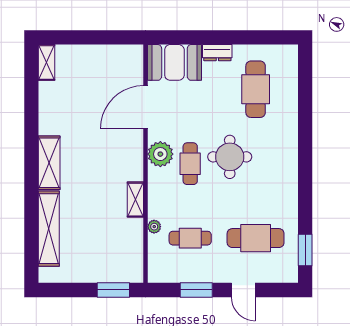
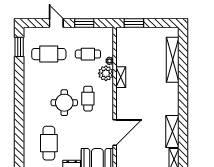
plant: (160, 154) -> (106, 73), moved
shelving: (49, 163) -> (172, 132), moved

